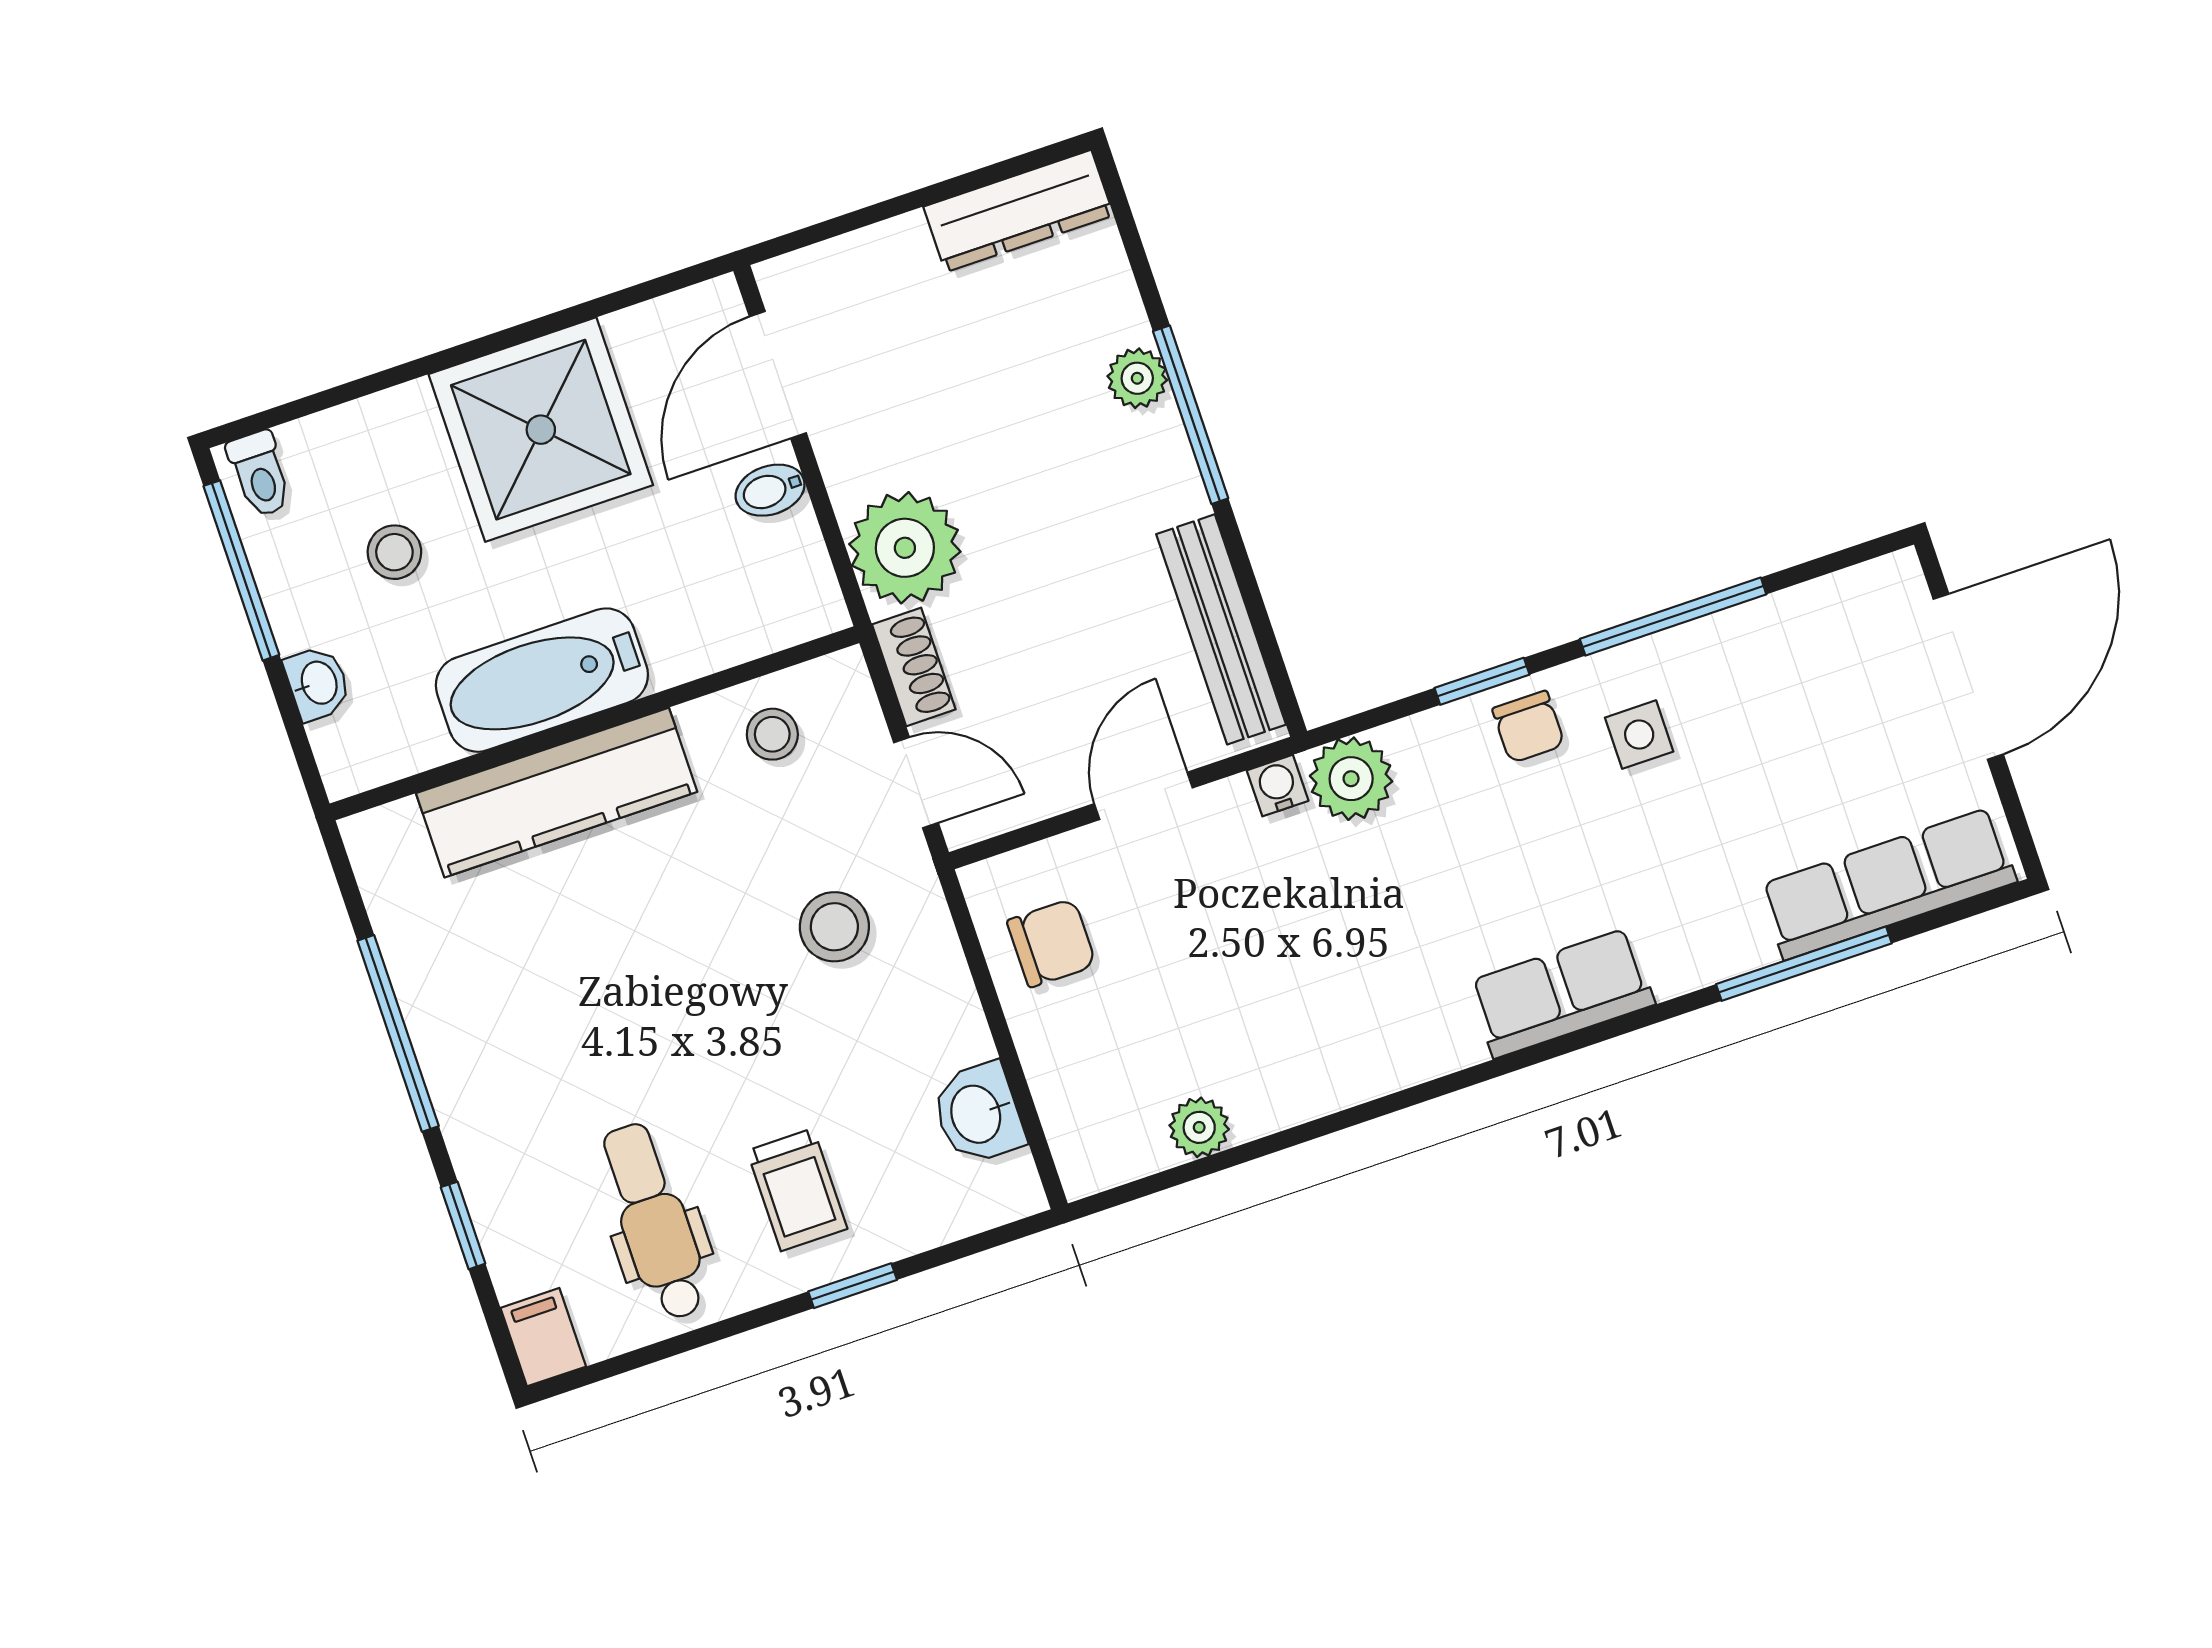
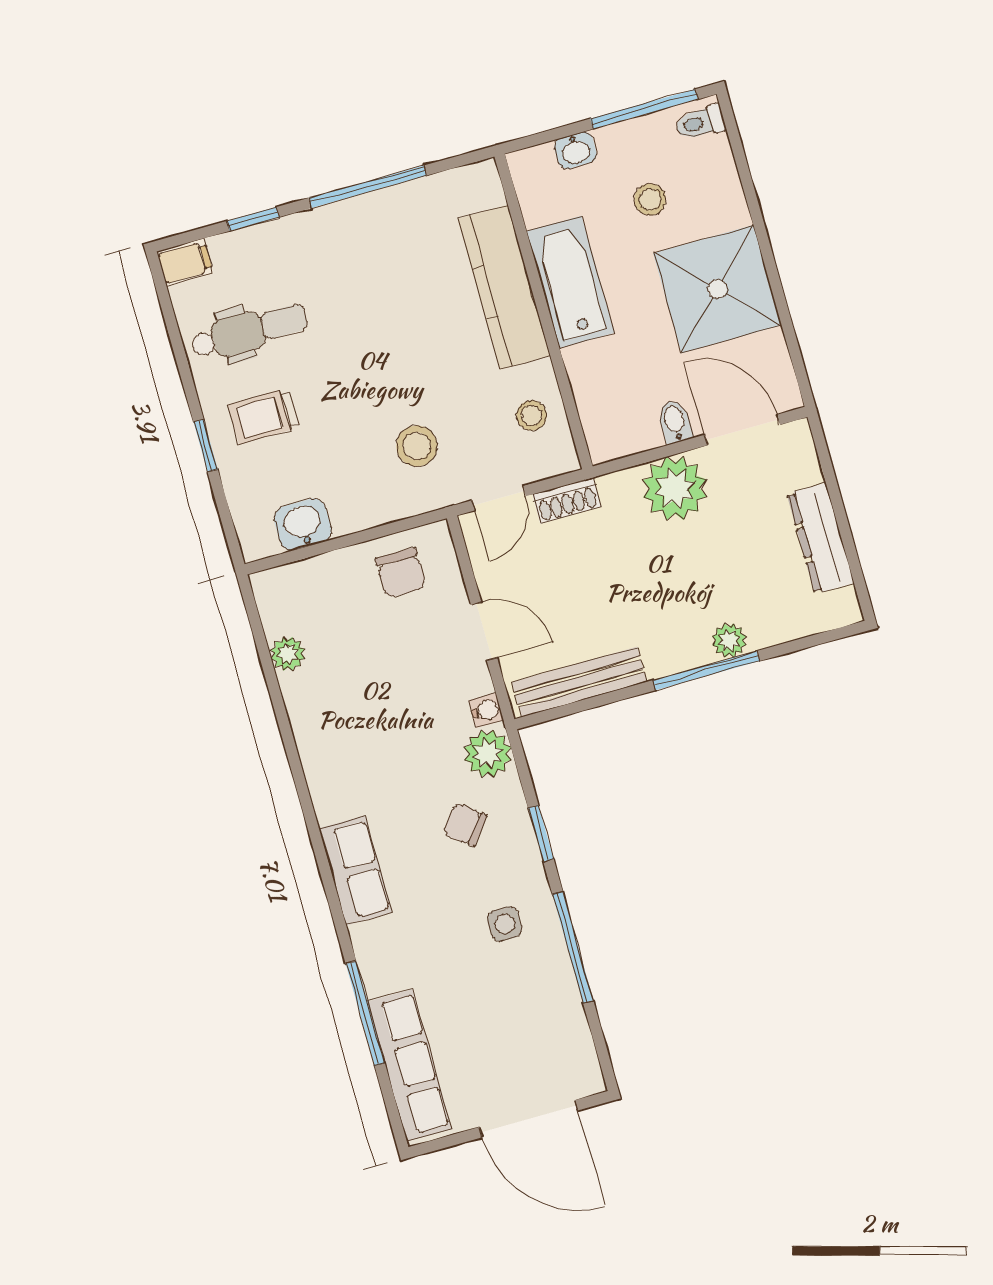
dresser: (1018, 211) -> (820, 538), moved
plant: (905, 548) -> (675, 488), moved
chair: (1528, 727) -> (465, 825), moved, turned 38

